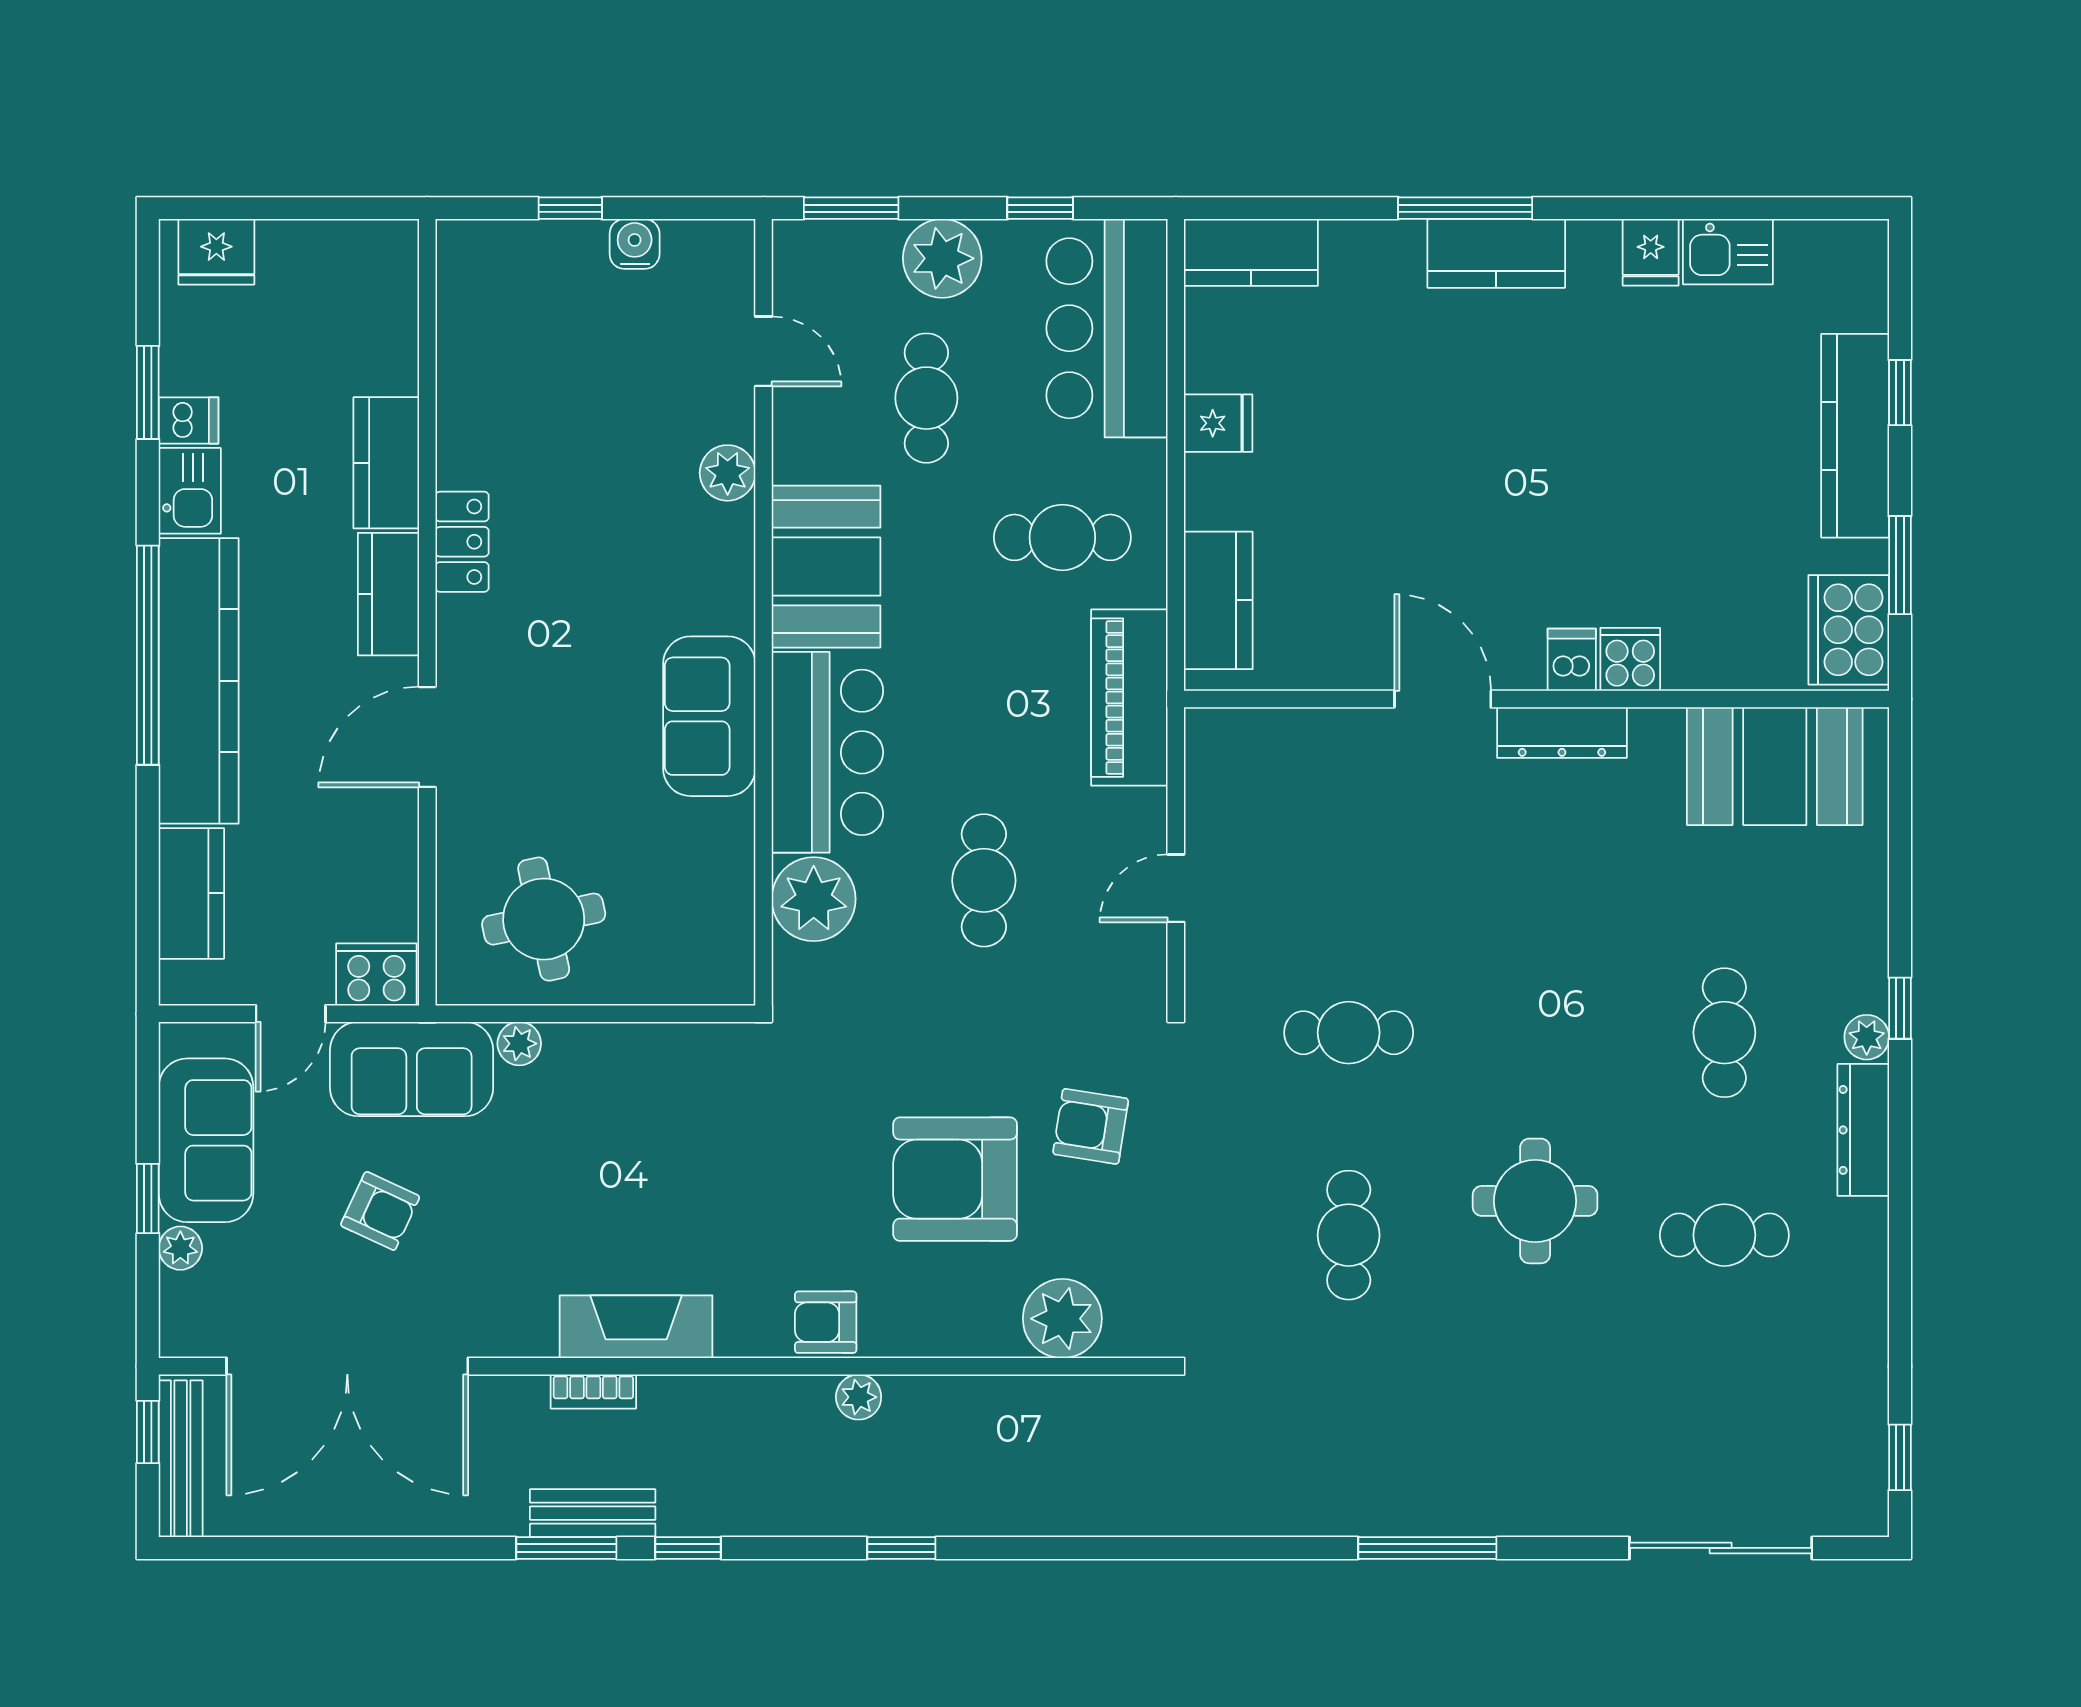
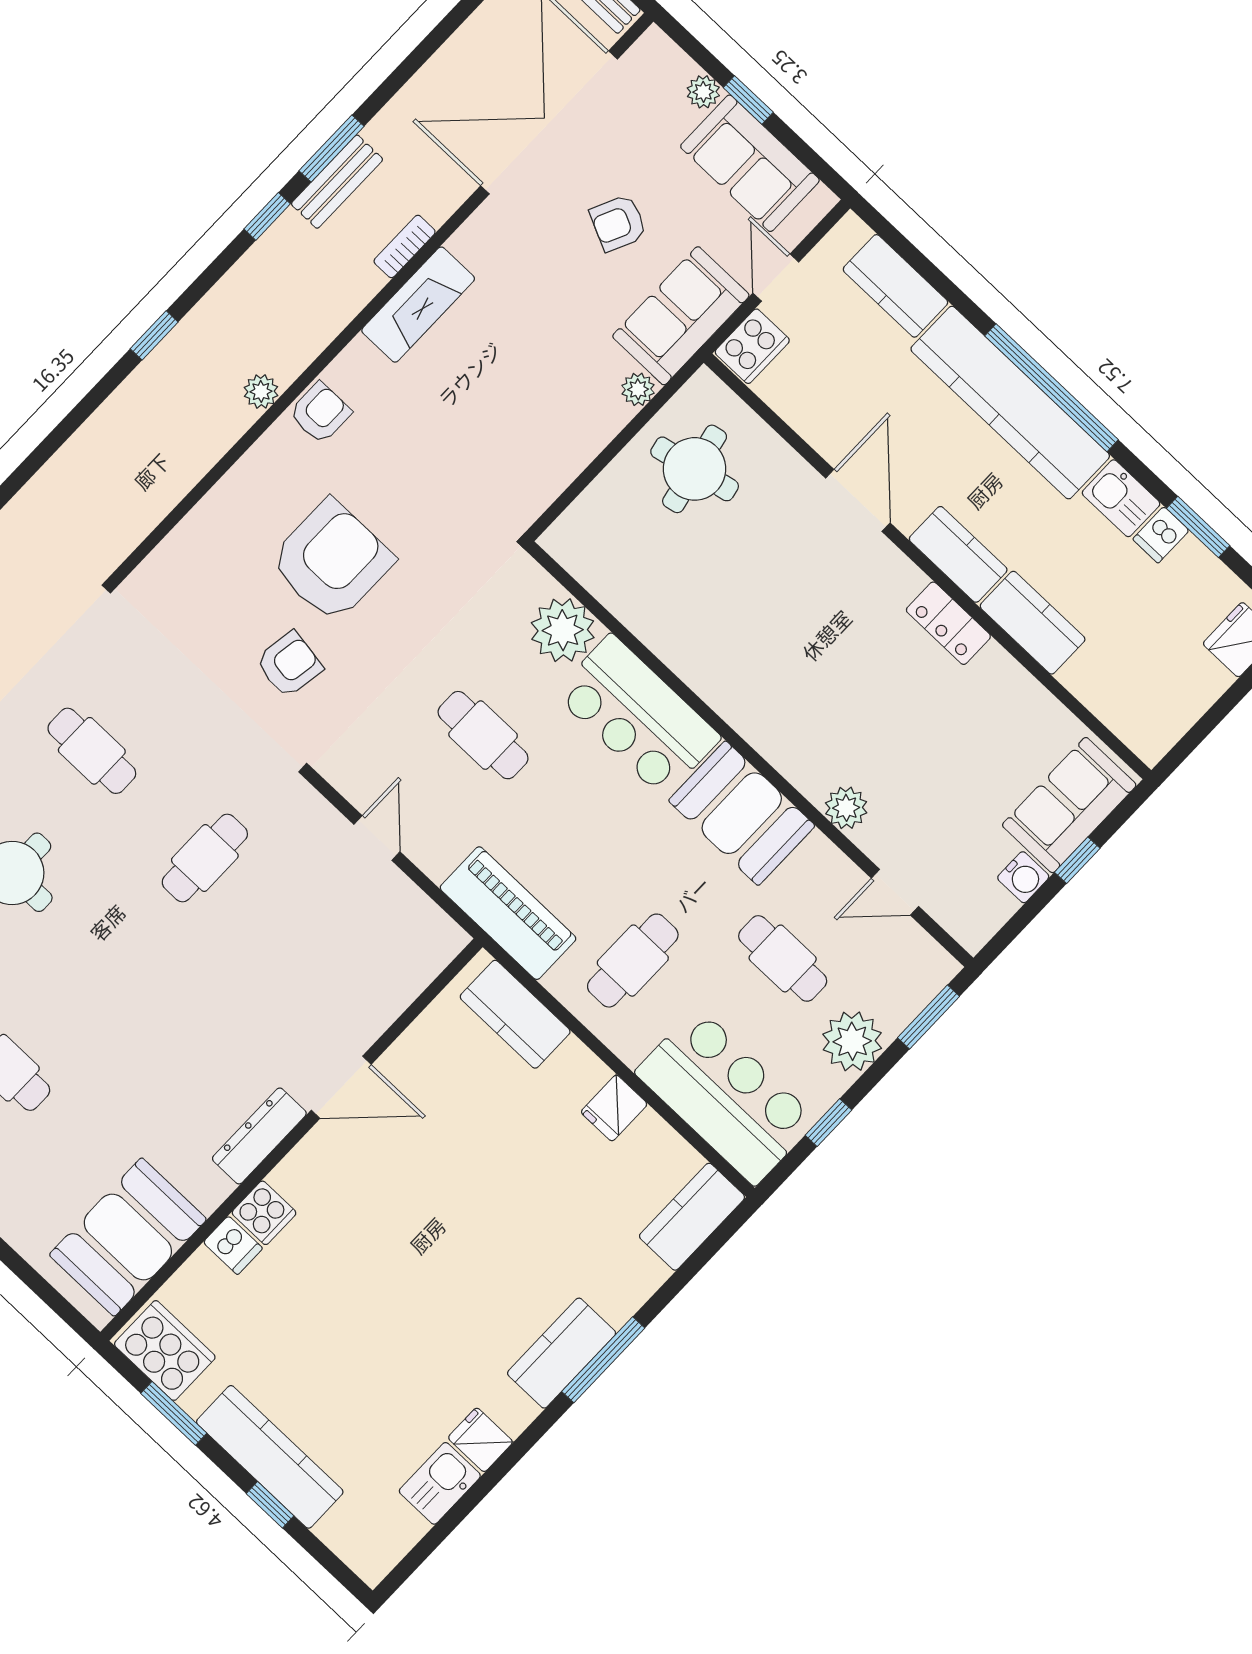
dishwasher: (1572, 660) -> (233, 1245), moved
sofa: (709, 716) -> (1069, 805), moved, turned -90
plant: (1062, 1319) -> (197, 547), removed

